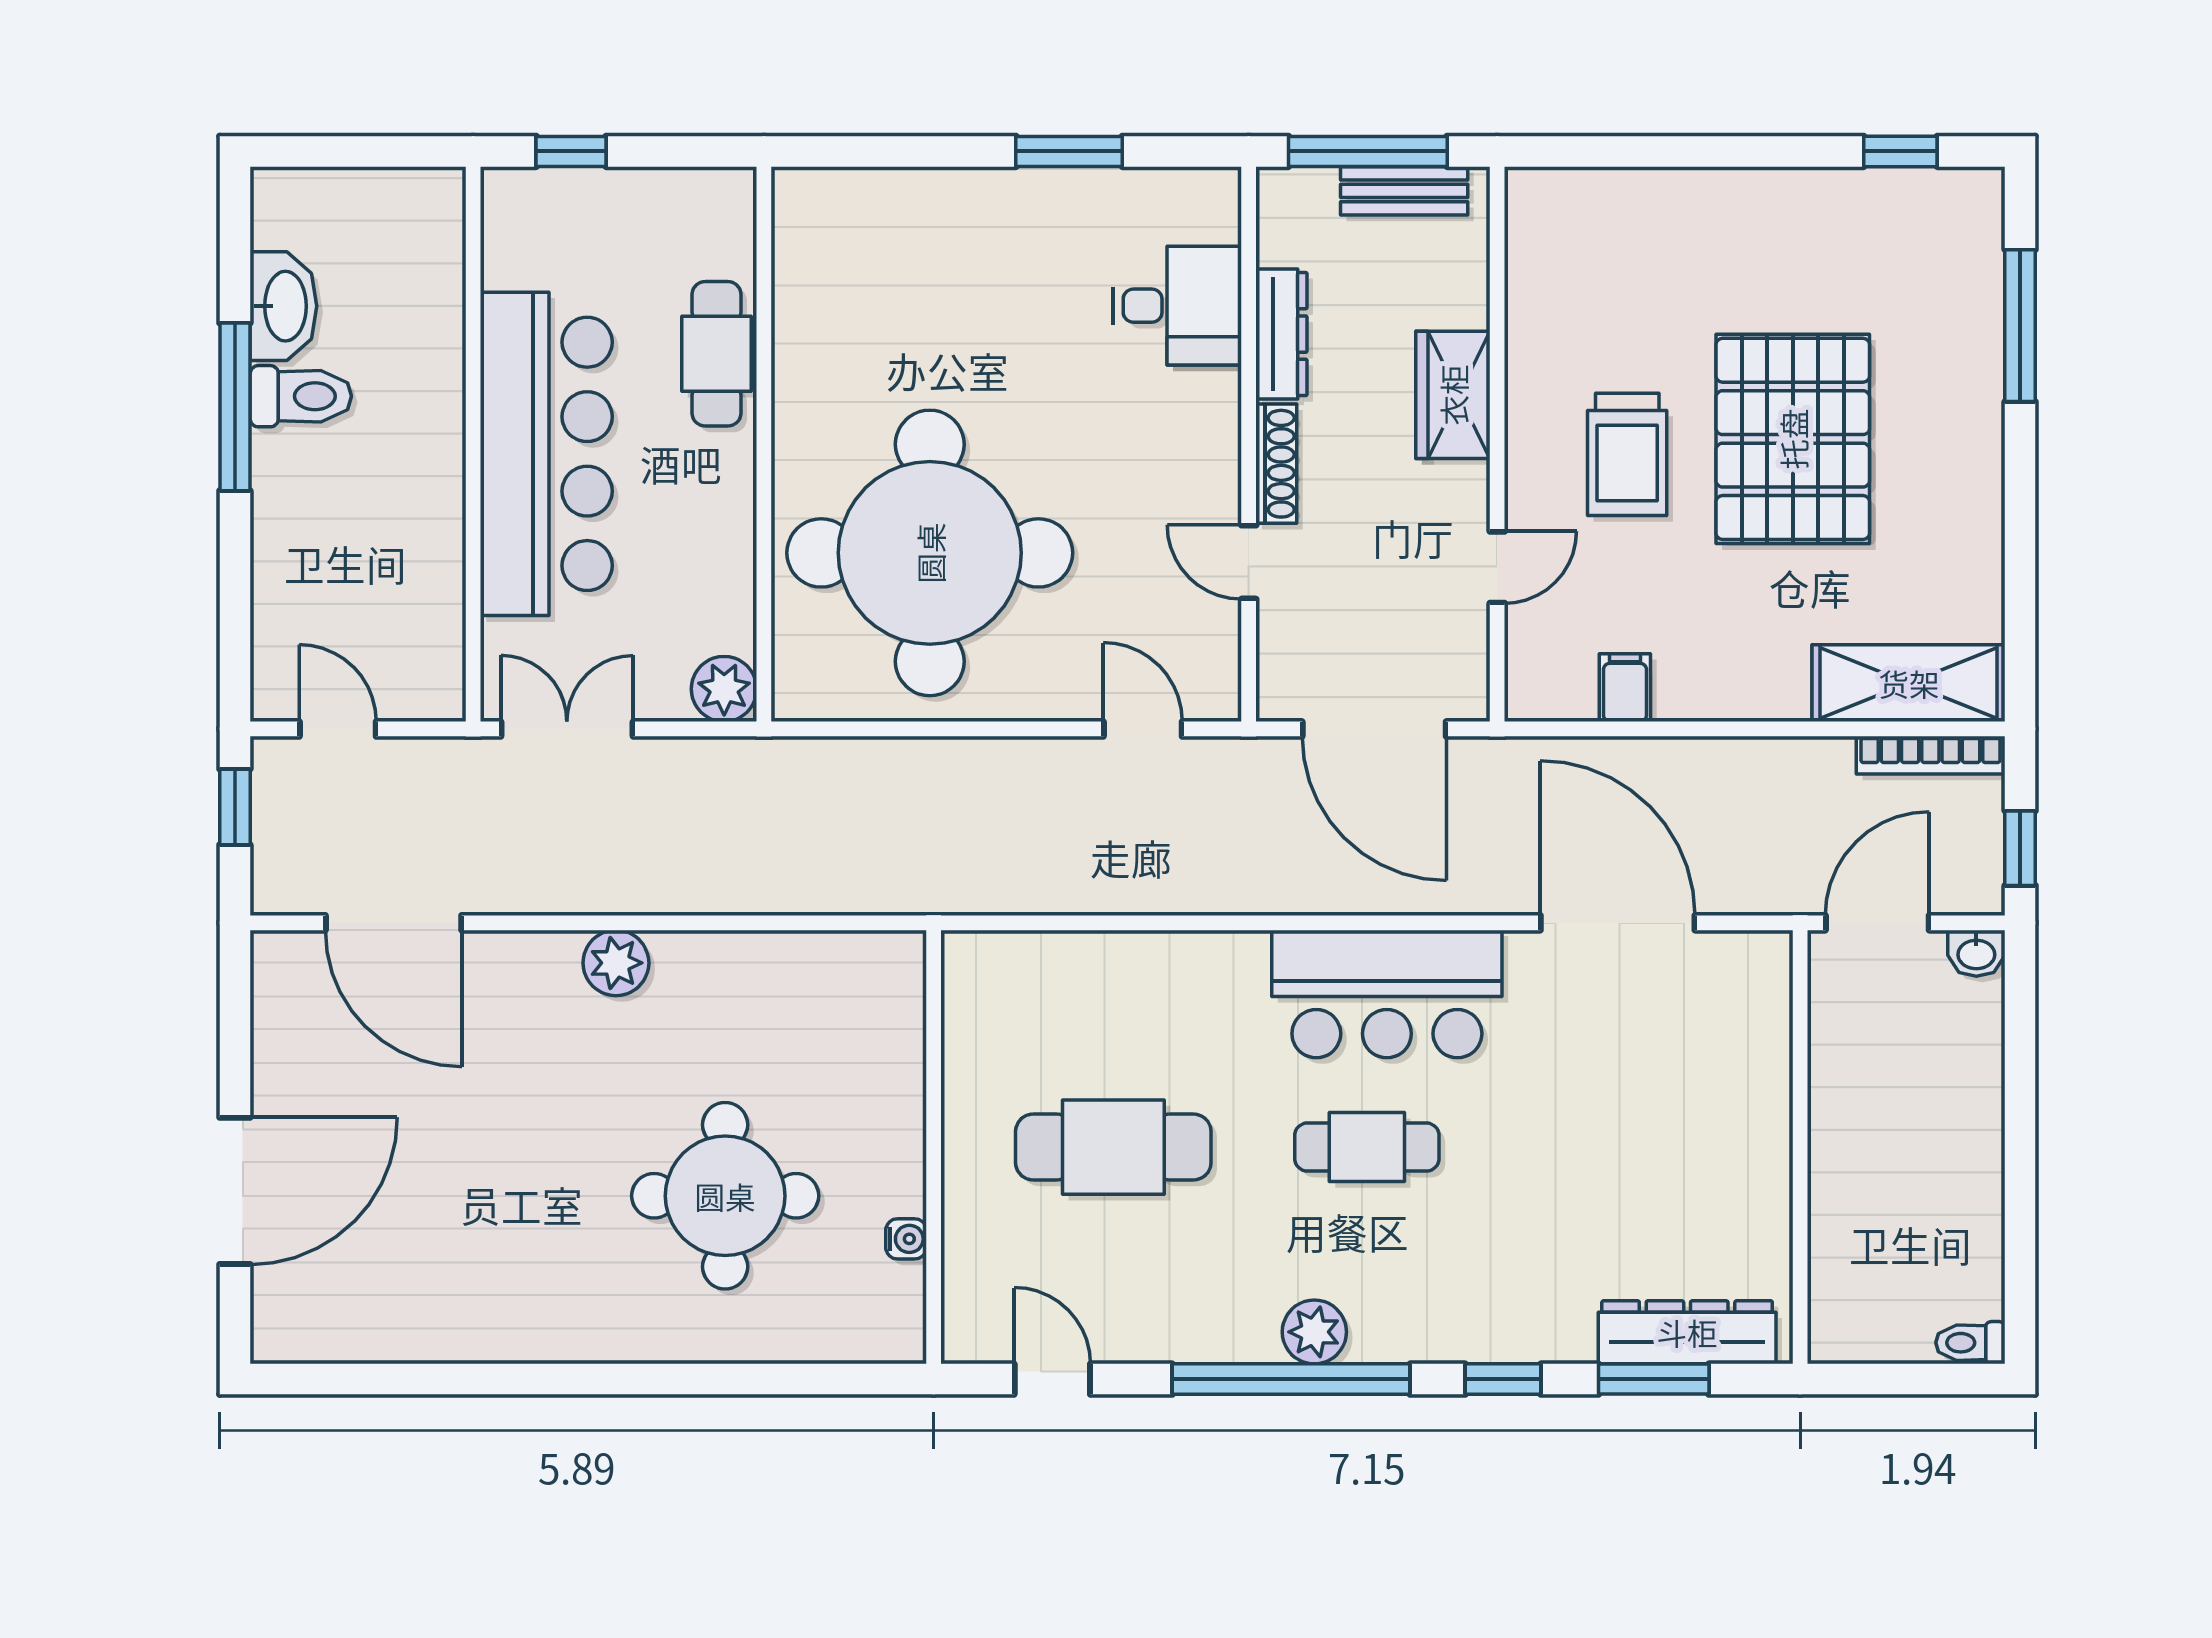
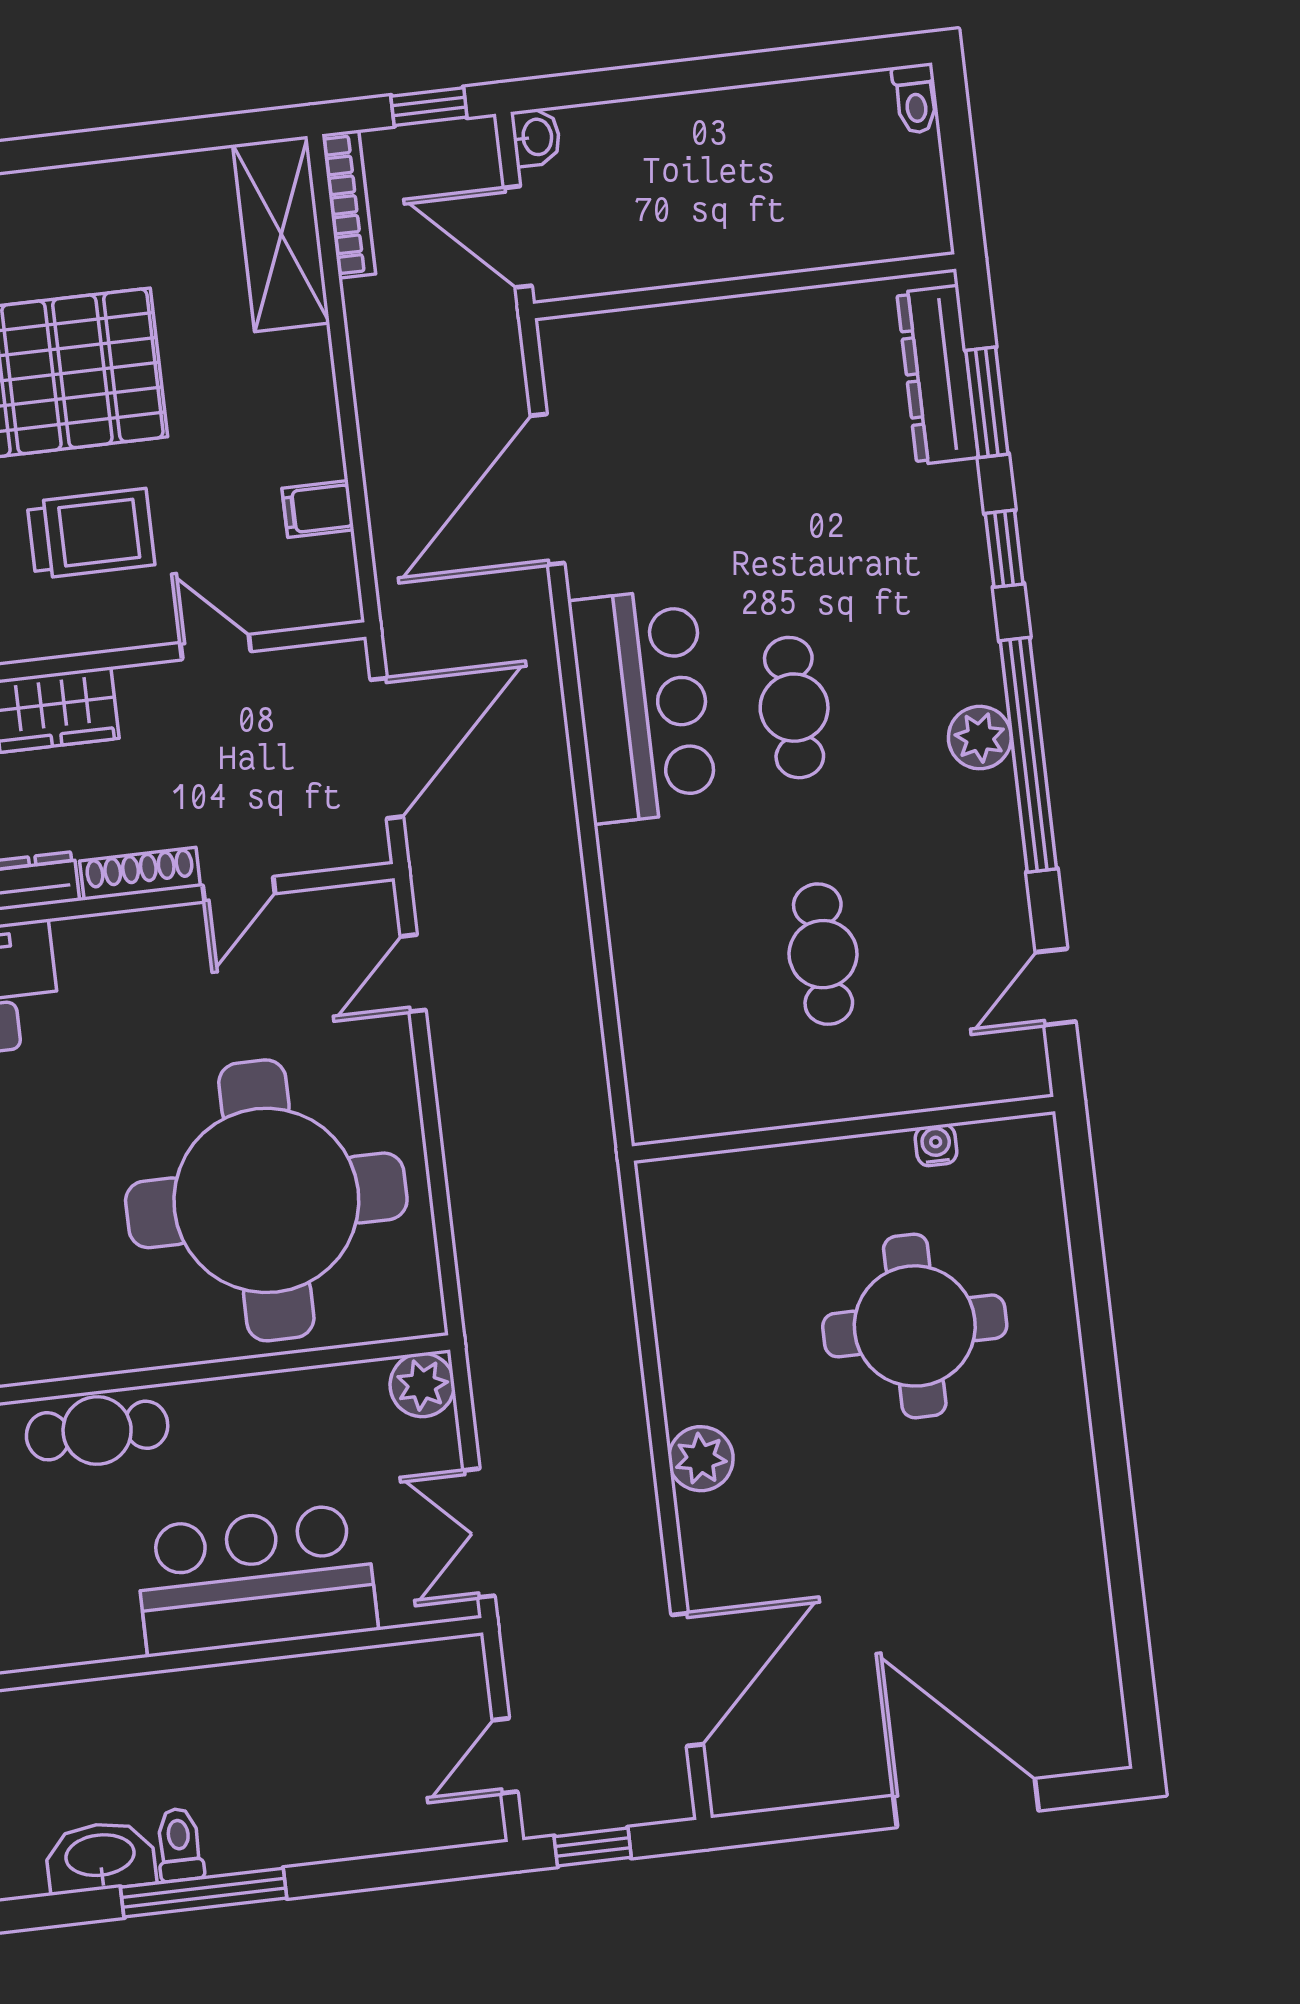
toilet: (301, 396) -> (179, 1845), width x0.73, depth x0.72
bar counter: (546, 454) -> (256, 1580), width x0.73
cafe table: (1113, 1147) -> (823, 954), width x0.73, depth x0.74

